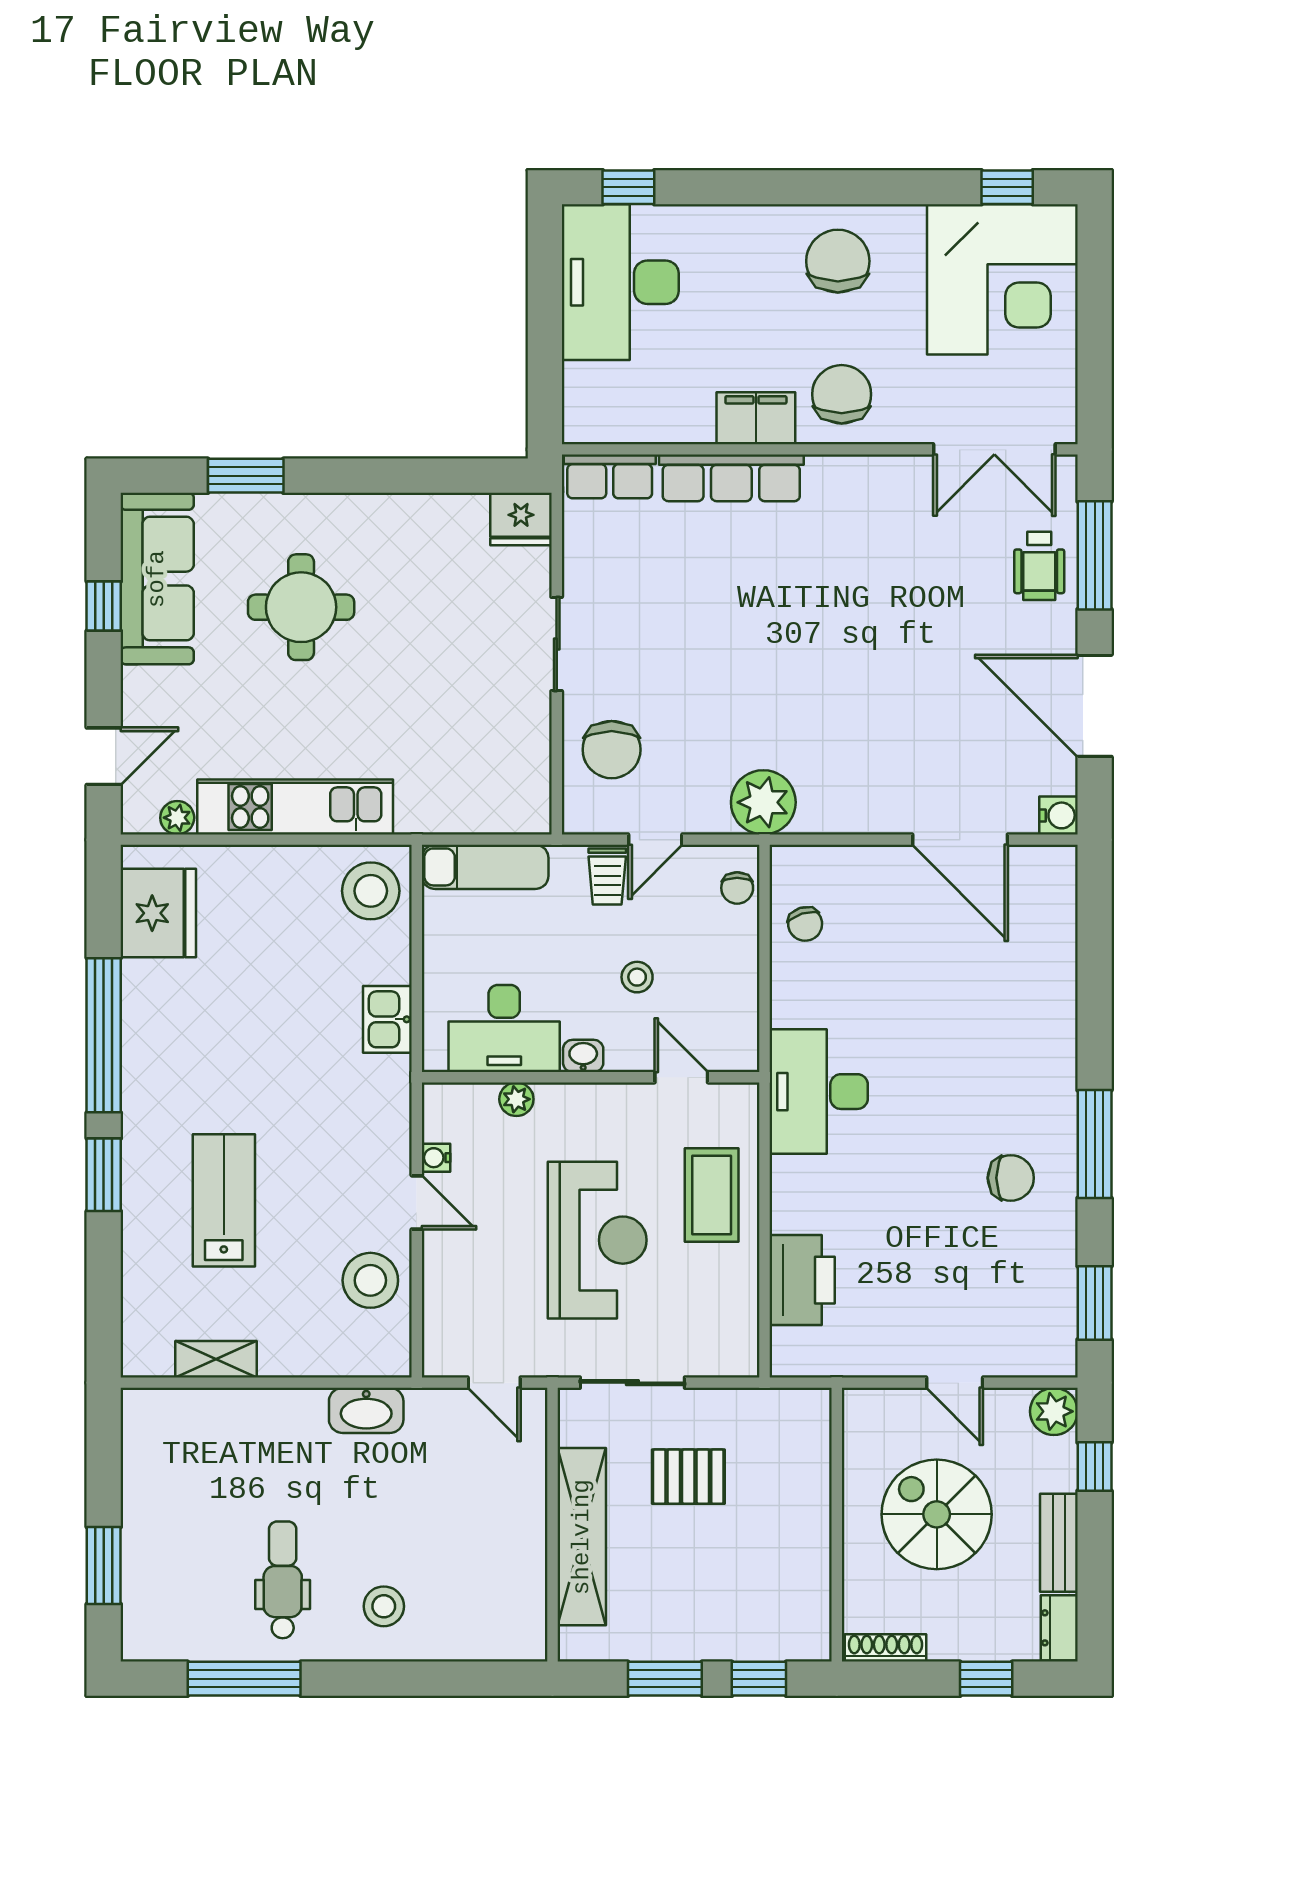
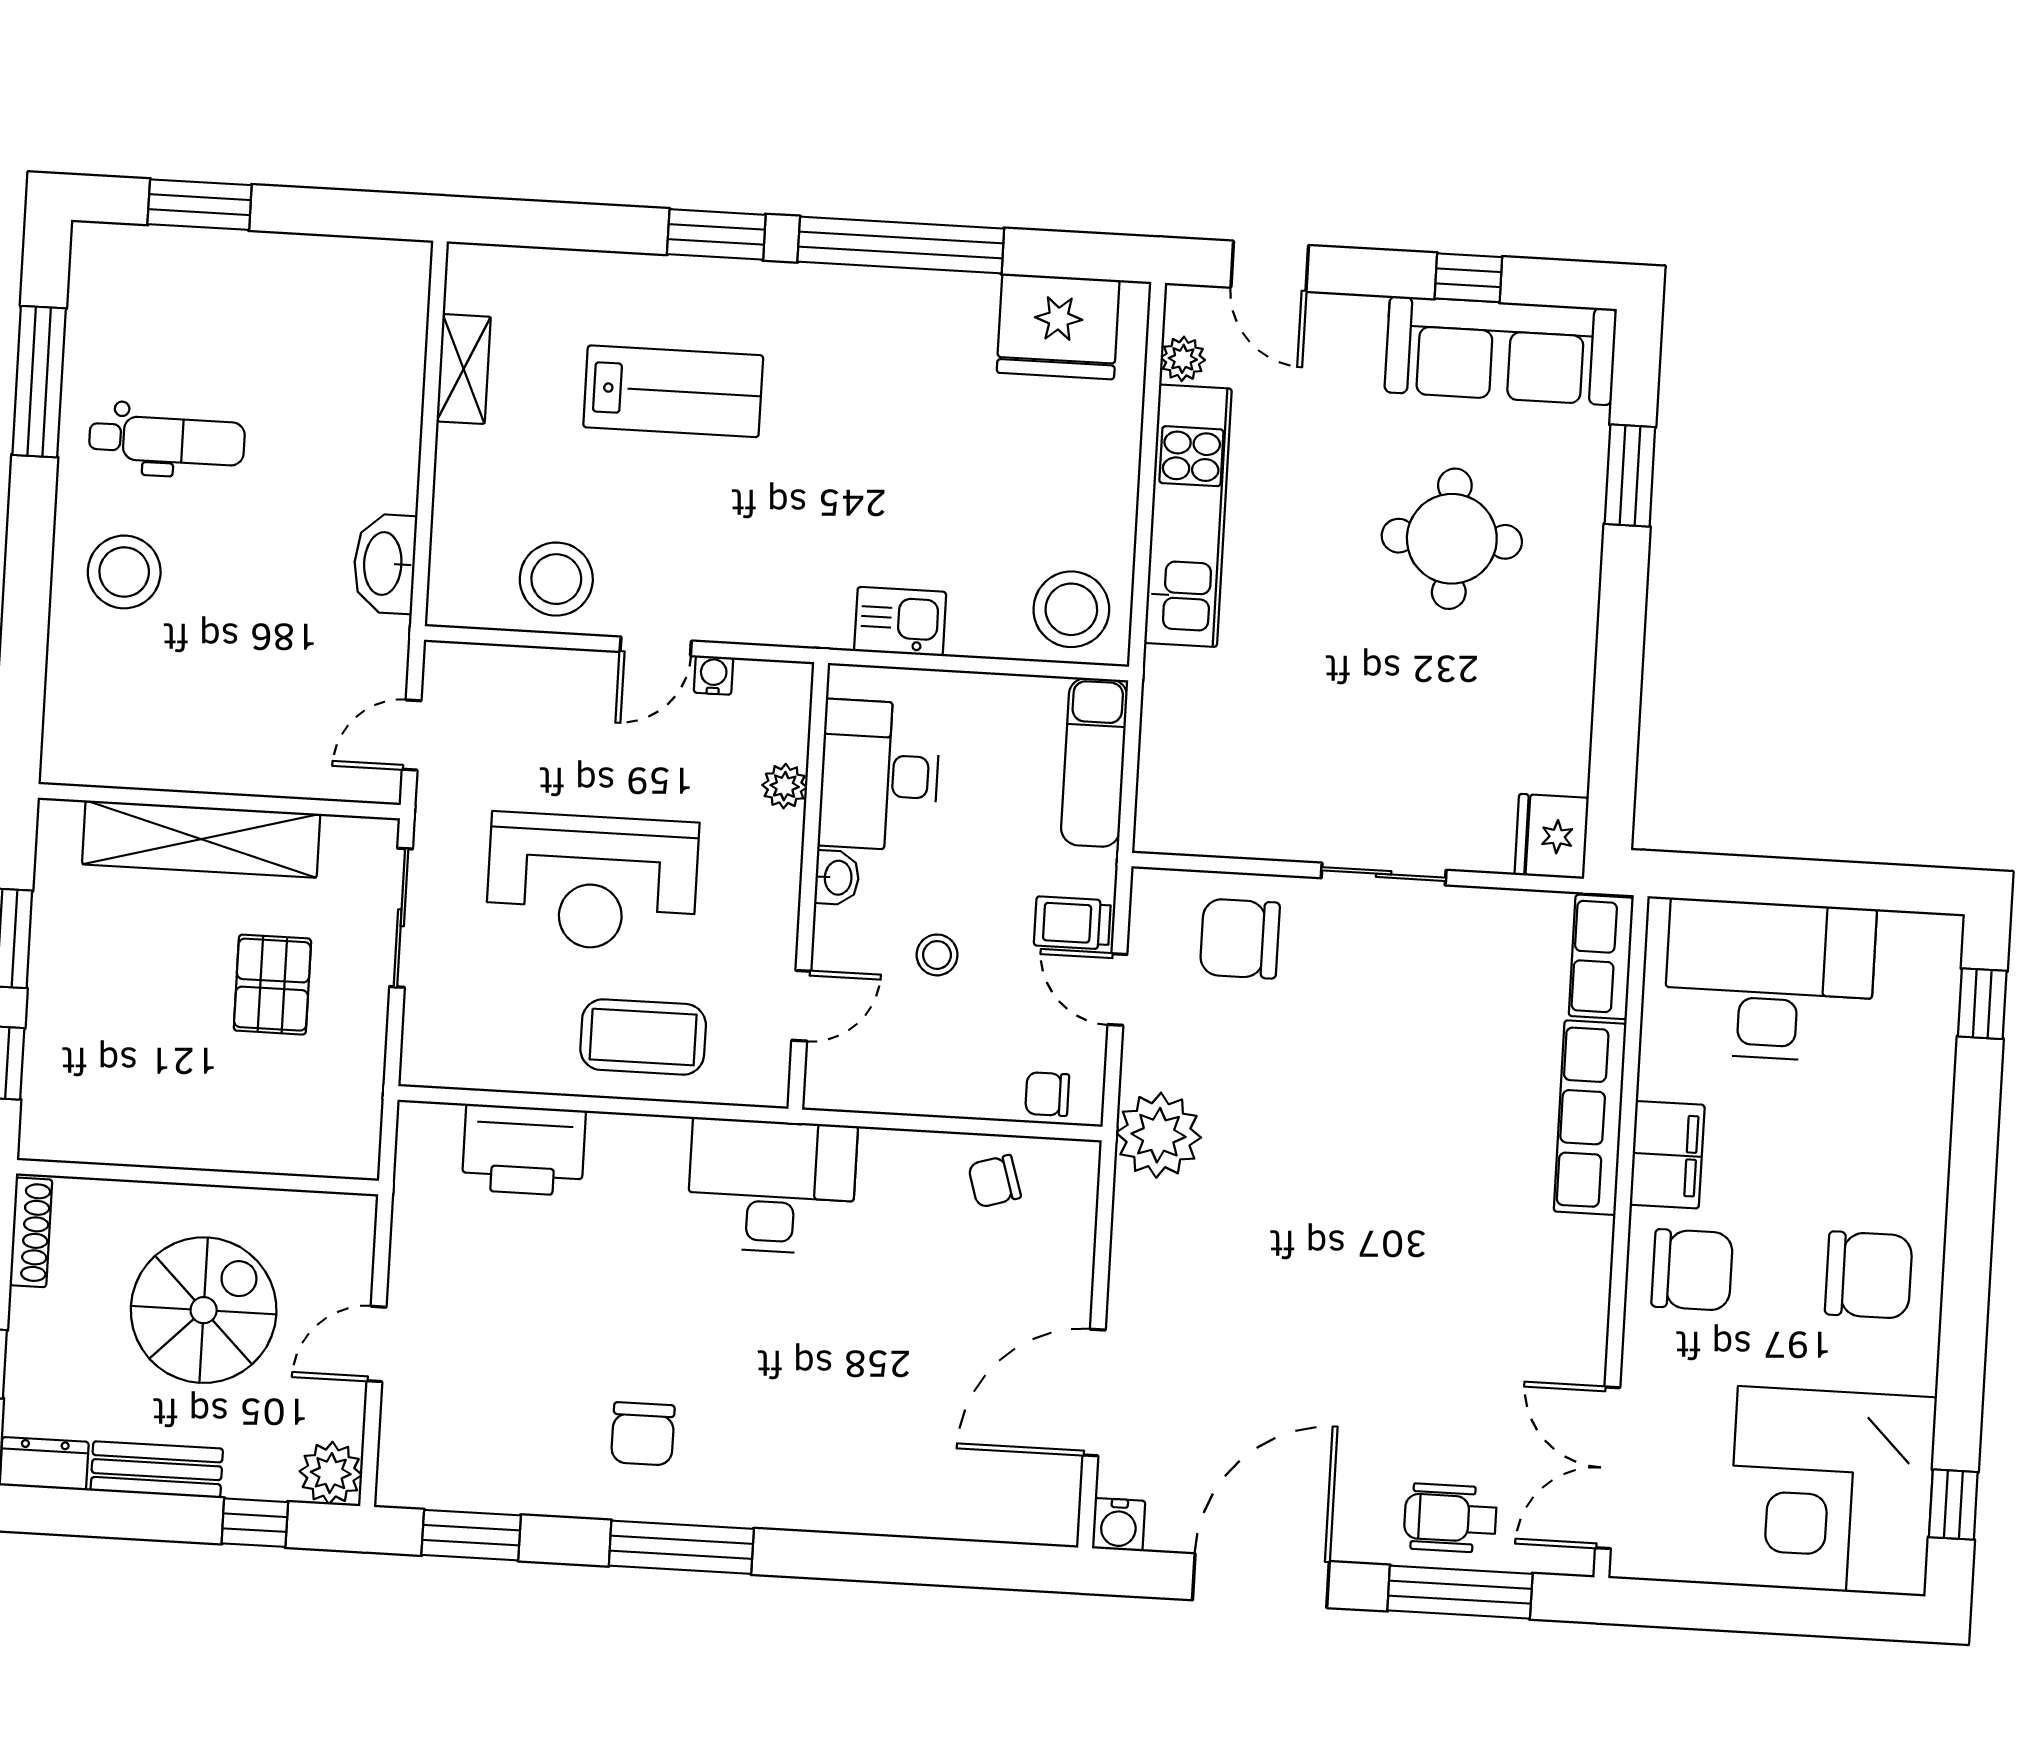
desk: (620, 282) -> (1769, 981), moved
stool: (384, 1606) -> (124, 572), width x1.38, depth x1.38

